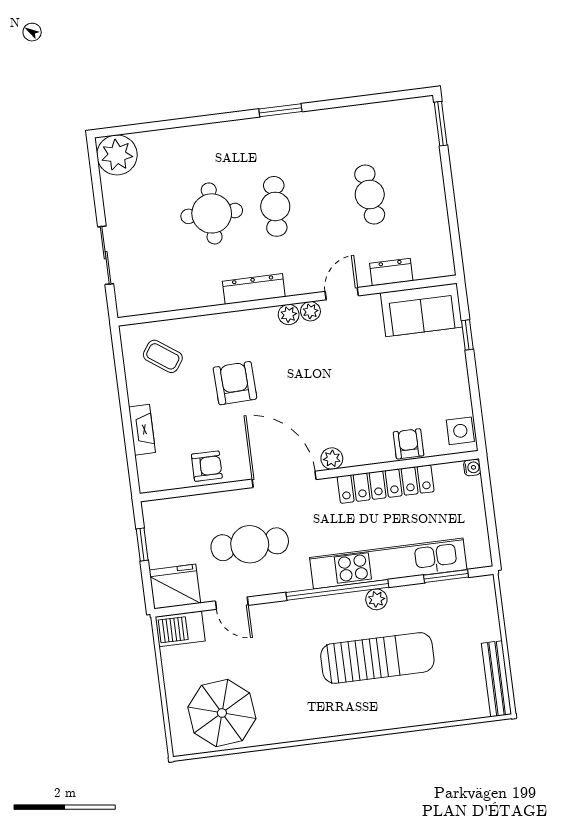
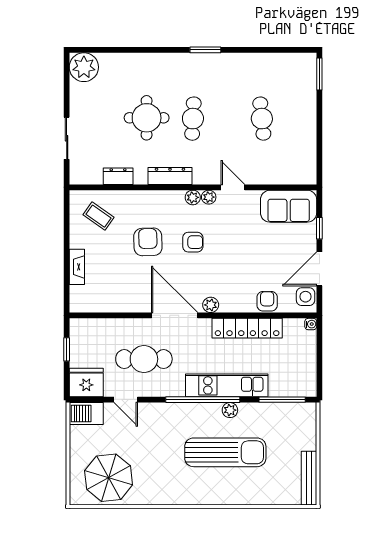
dresser: (391, 272) -> (118, 176), moved
door: (342, 294) -> (233, 187), hinge flipped
door: (474, 391) -> (319, 269), added
armchair: (207, 466) -> (193, 242), moved
kitchen unit: (388, 563) -> (227, 385), width x0.73
window: (446, 576) -> (282, 400), width x1.44

